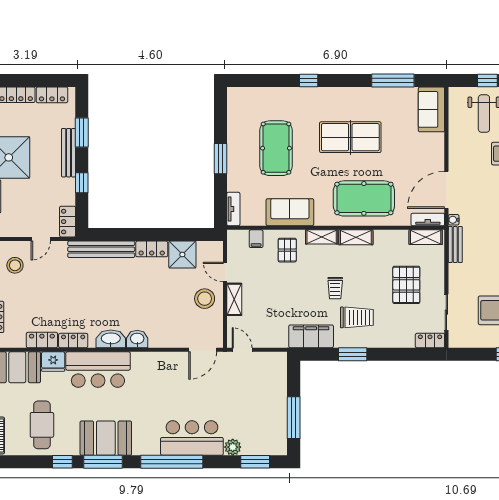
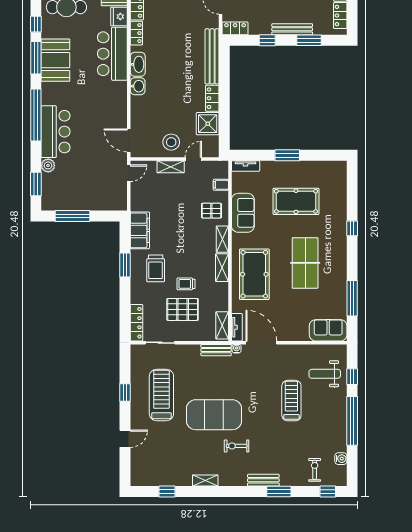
trolley: (335, 288) -> (186, 284), moved
locker: (430, 341) -> (136, 323), width x1.53

